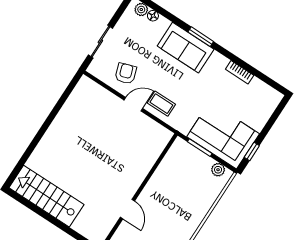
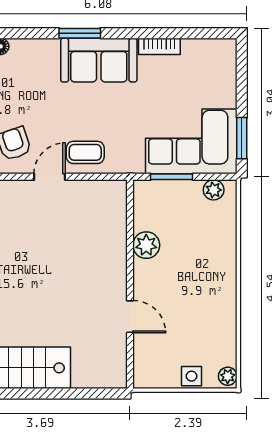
sofa: (186, 48) -> (99, 60), moved
window: (252, 152) -> (242, 138), width x1.50
plant: (162, 176) -> (146, 245), added

